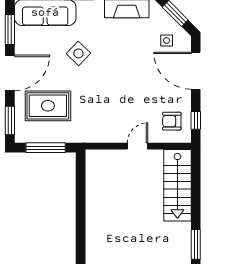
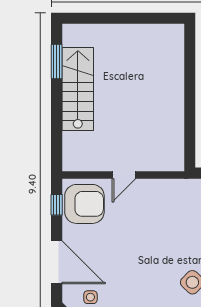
armchair: (172, 121) -> (84, 204), width x1.88, depth x1.88
stairs: (177, 185) -> (78, 89), moved

